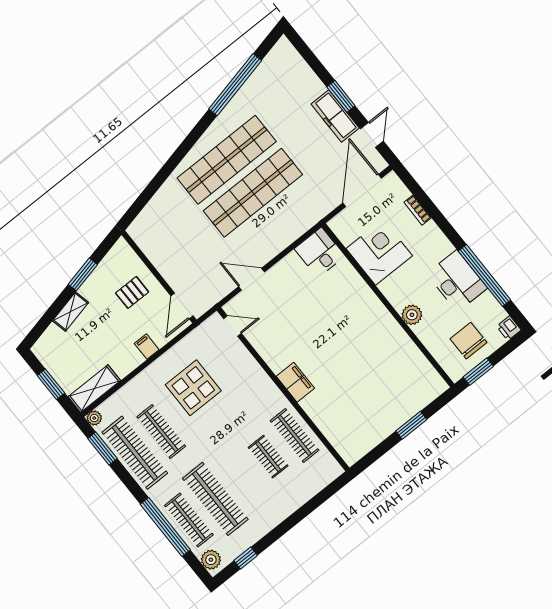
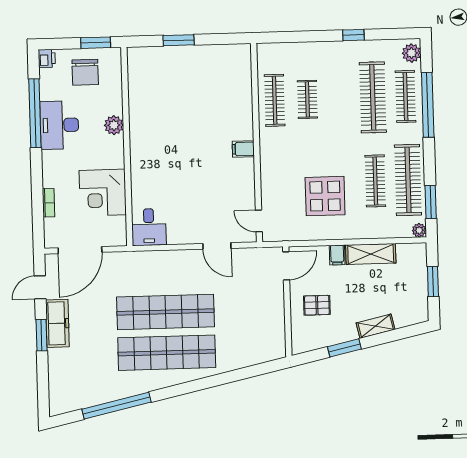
filing cabinet: (295, 382) -> (243, 149), width x0.50
shelving: (94, 389) -> (371, 254), moved
window: (246, 558) -> (353, 35), moved

